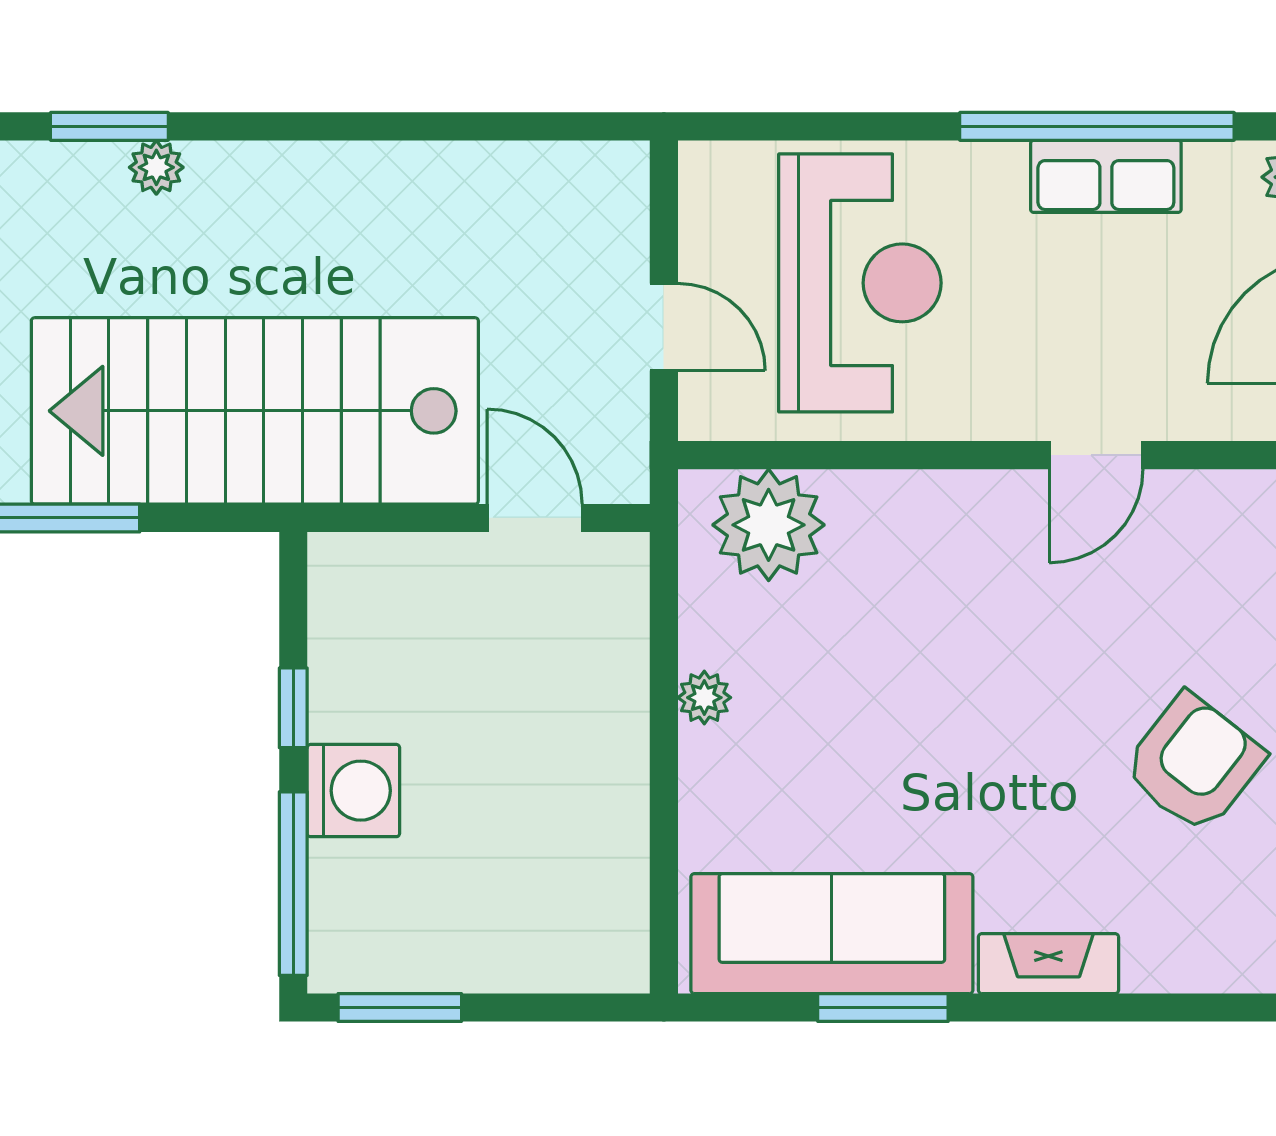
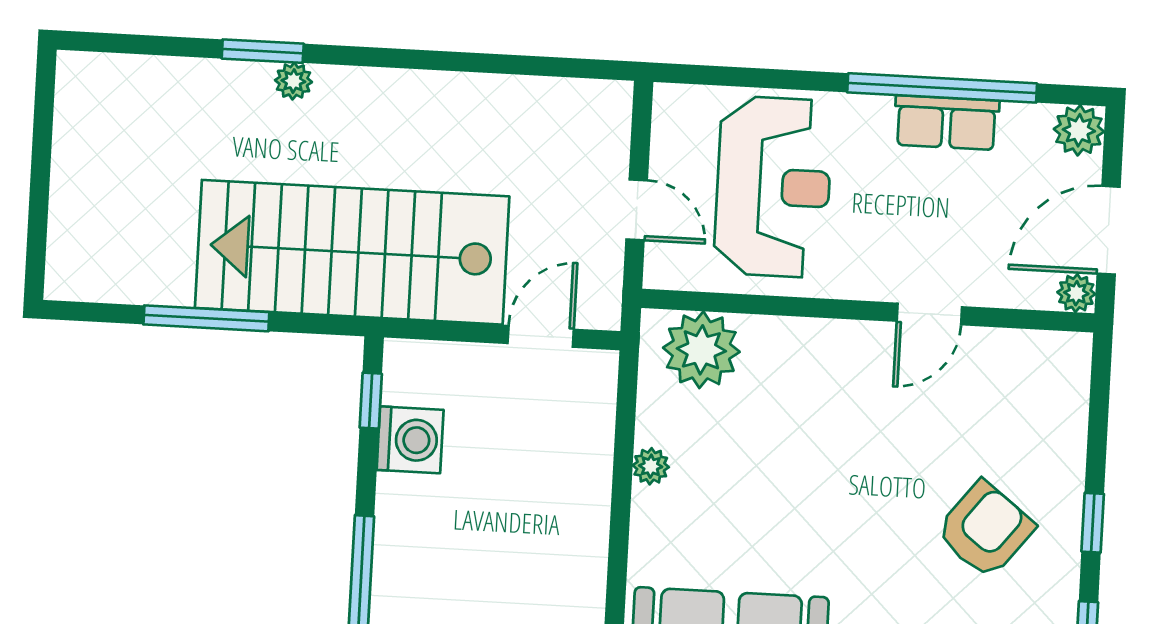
door: (535, 518) -> (541, 336), hinge flipped
window: (293, 708) -> (371, 401), moved
washing machine: (353, 791) -> (410, 440), moved

